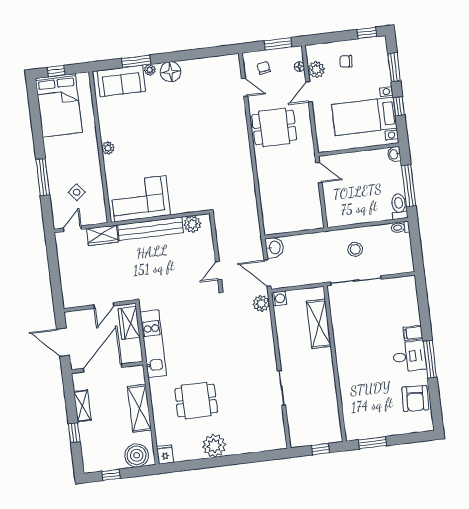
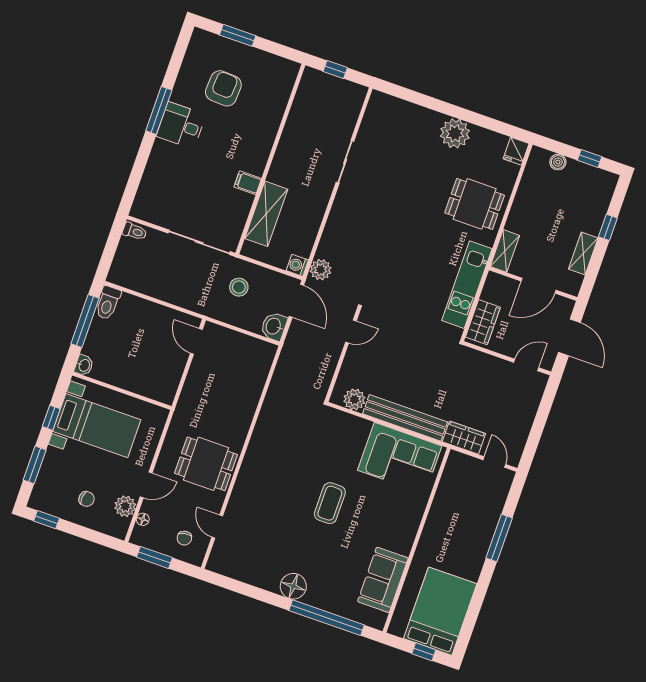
window: (136, 61) -> (327, 618), width x2.11
plant: (150, 70) -> (316, 600), removed
sofa: (121, 81) -> (383, 580), moved, turned -90
coffee table: (174, 143) -> (330, 503), added
plant: (108, 148) -> (408, 534), removed
door: (319, 172) -> (196, 341), moved
side table: (77, 192) -> (469, 501), removed
toilet: (400, 227) -> (135, 231), moved
door: (72, 229) -> (494, 462), swing flipped
stool: (355, 249) -> (239, 287), moved
door: (104, 305) -> (526, 365), moved
filing cabinet: (413, 333) -> (248, 183), moved, turned 180
door: (103, 368) -> (538, 286), width x0.73
armchair: (415, 398) -> (223, 88), moved
dining table: (196, 401) -> (475, 204), moved
shelving: (139, 408) -> (505, 251), moved, width x0.67, depth x0.75
window: (372, 443) -> (238, 35), moved
boiler: (137, 455) -> (558, 162), width x0.54, depth x0.54

